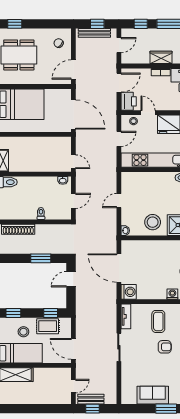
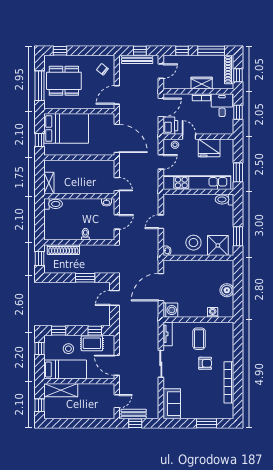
door: (119, 268) -> (161, 287), hinge flipped
sofa: (153, 395) -> (172, 404), moved, turned 90

